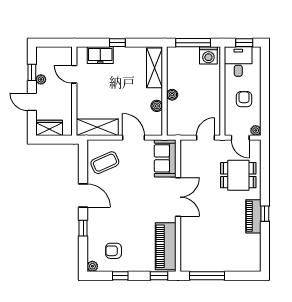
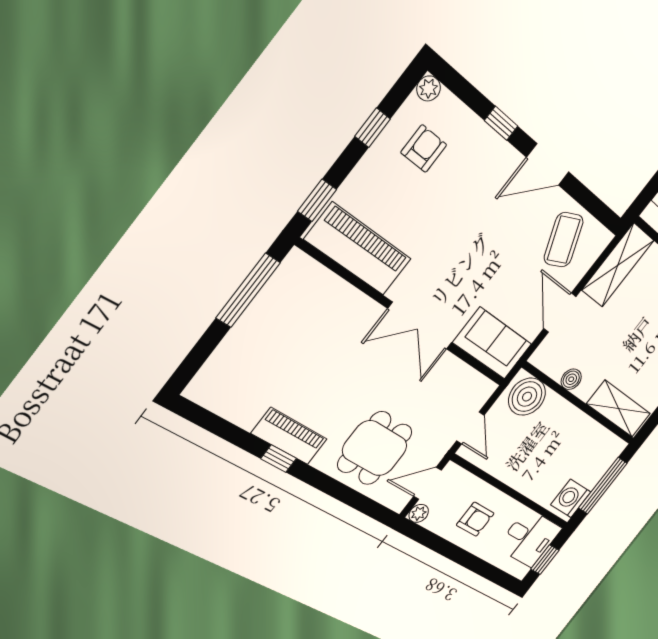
boiler: (172, 95) -> (527, 397), moved, width x1.86, depth x1.86
door: (133, 138) -> (560, 313), swing flipped

